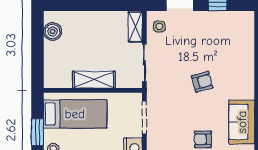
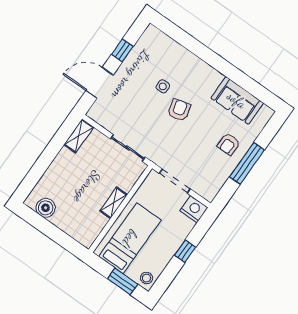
side table: (159, 26) -> (163, 86), moved
shelving: (135, 27) -> (79, 136), moved, turned 90
shelving: (94, 80) -> (114, 203), width x0.67, depth x0.75

